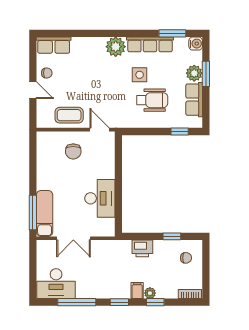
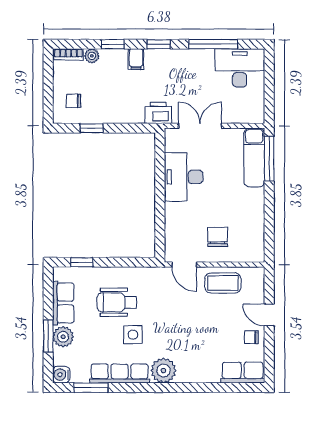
double door: (73, 238) -> (200, 126), moved
printer: (142, 248) -> (158, 113), moved
plant: (150, 293) -> (92, 56), moved

